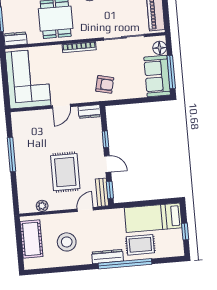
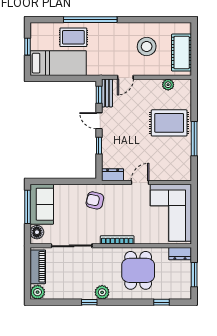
rug: (65, 172) -> (169, 123), moved, turned 90
dresser: (108, 257) -> (107, 28), removed

